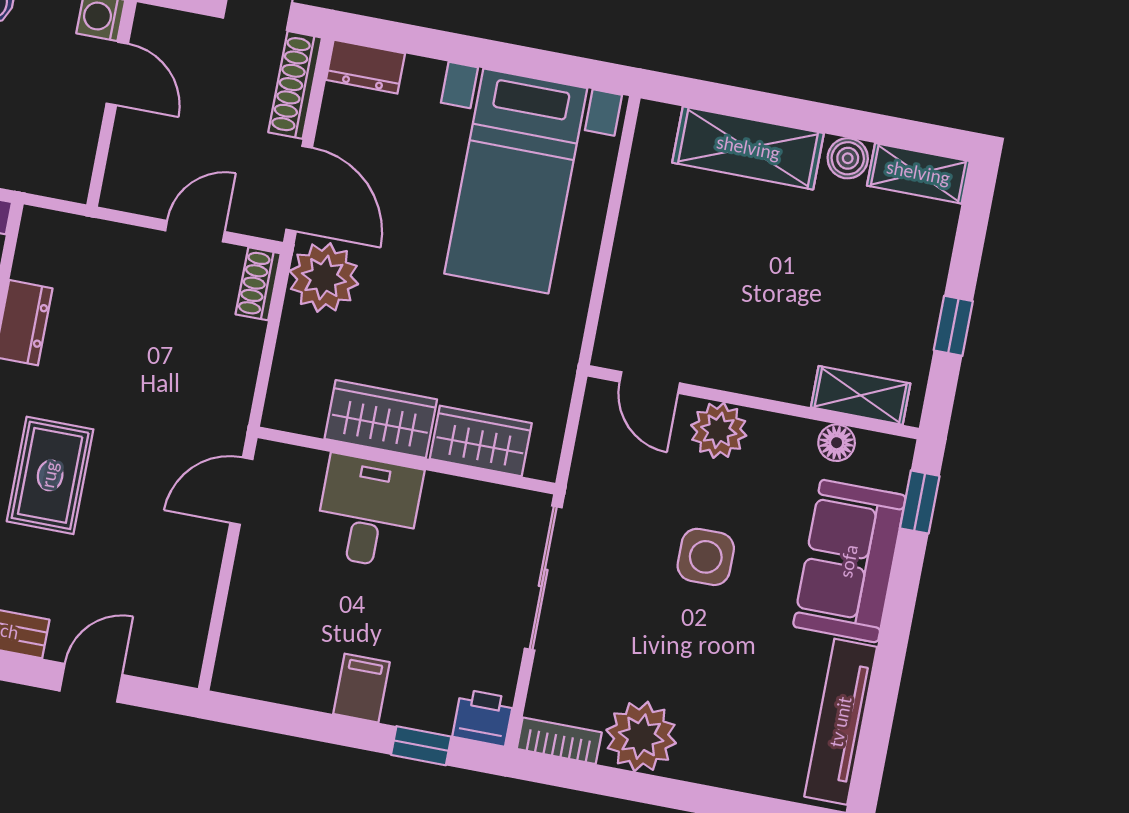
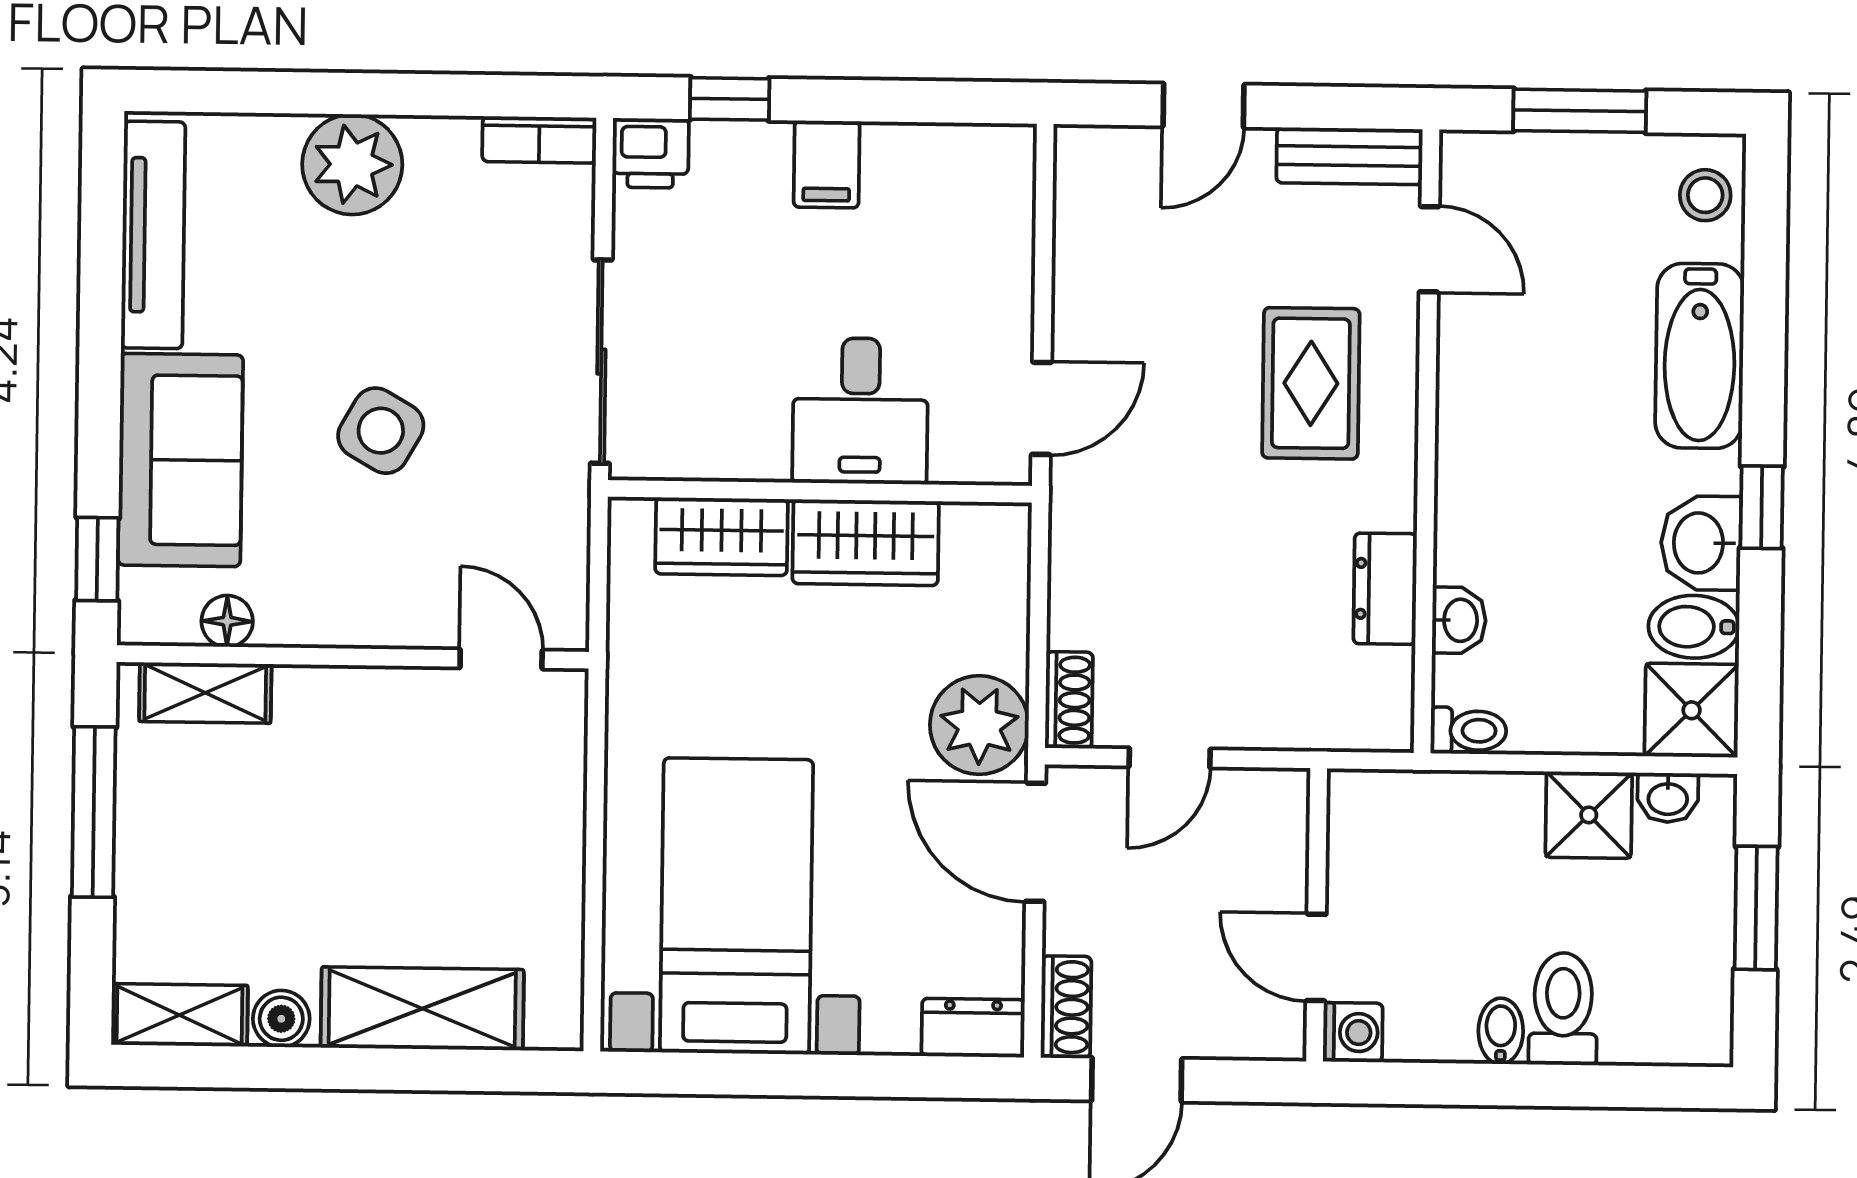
shoe rack: (295, 85) -> (1066, 1007), width x0.70
window: (953, 326) -> (94, 812), width x2.17
plant: (719, 430) -> (394, 609), removed
side table: (706, 557) -> (381, 431), turned 30
plant: (641, 737) -> (352, 164), moved

